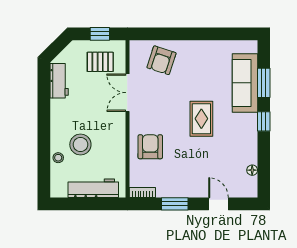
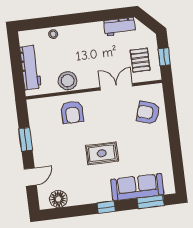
window: (264, 83) -> (151, 202), moved
stool: (80, 145) -> (68, 81), moved
armchair: (150, 147) -> (72, 112), turned 90
floor lamp: (252, 170) -> (58, 199), width x1.89, depth x1.89
bookcase: (142, 192) -> (32, 110), removed

